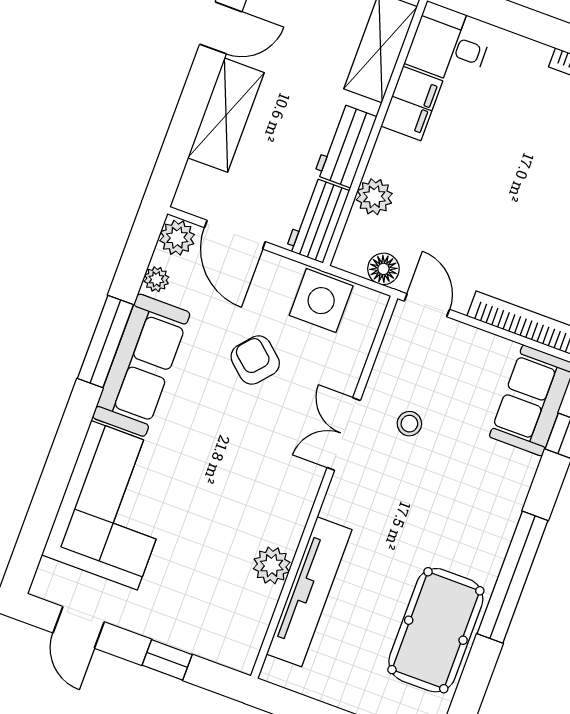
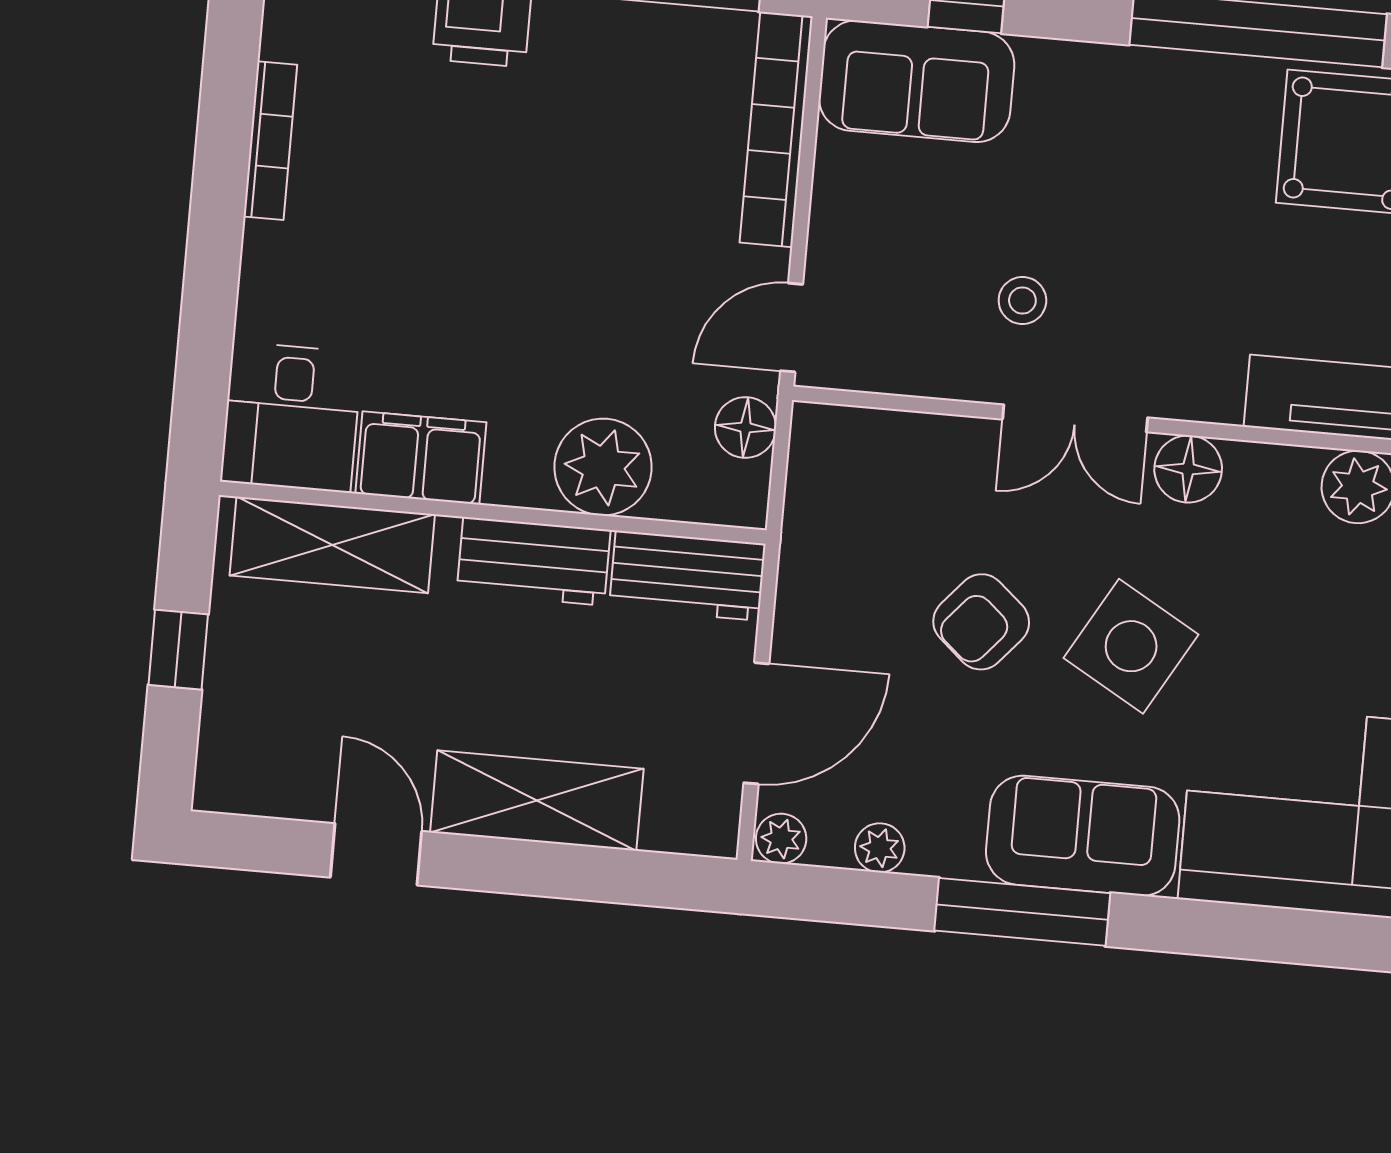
plant: (374, 197) -> (603, 467), width x1.36, depth x1.36
plant: (177, 238) -> (781, 839), width x0.73, depth x0.73
side table: (321, 301) -> (1131, 646), moved, turned 30
sofa: (141, 365) -> (1083, 836), width x0.73
floor lamp: (303, 483) -> (1188, 469), added

